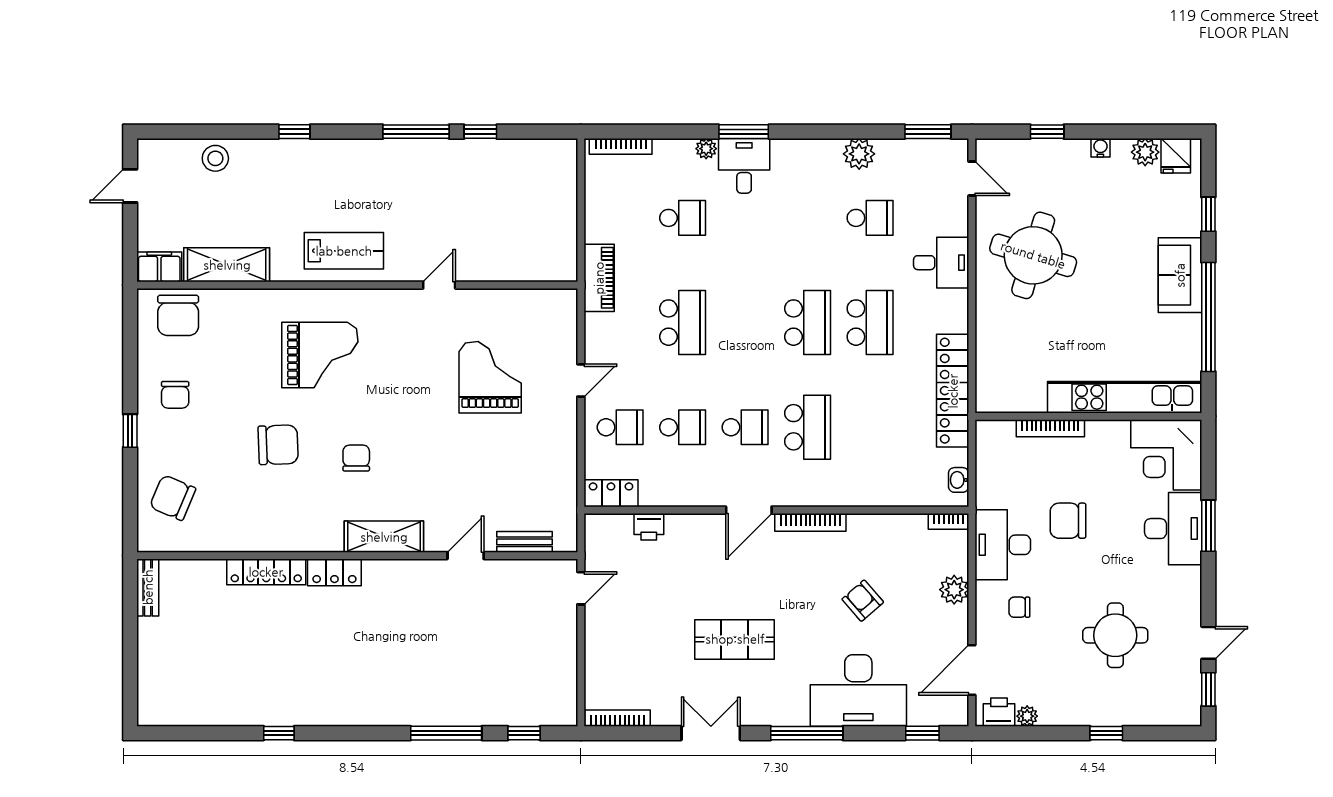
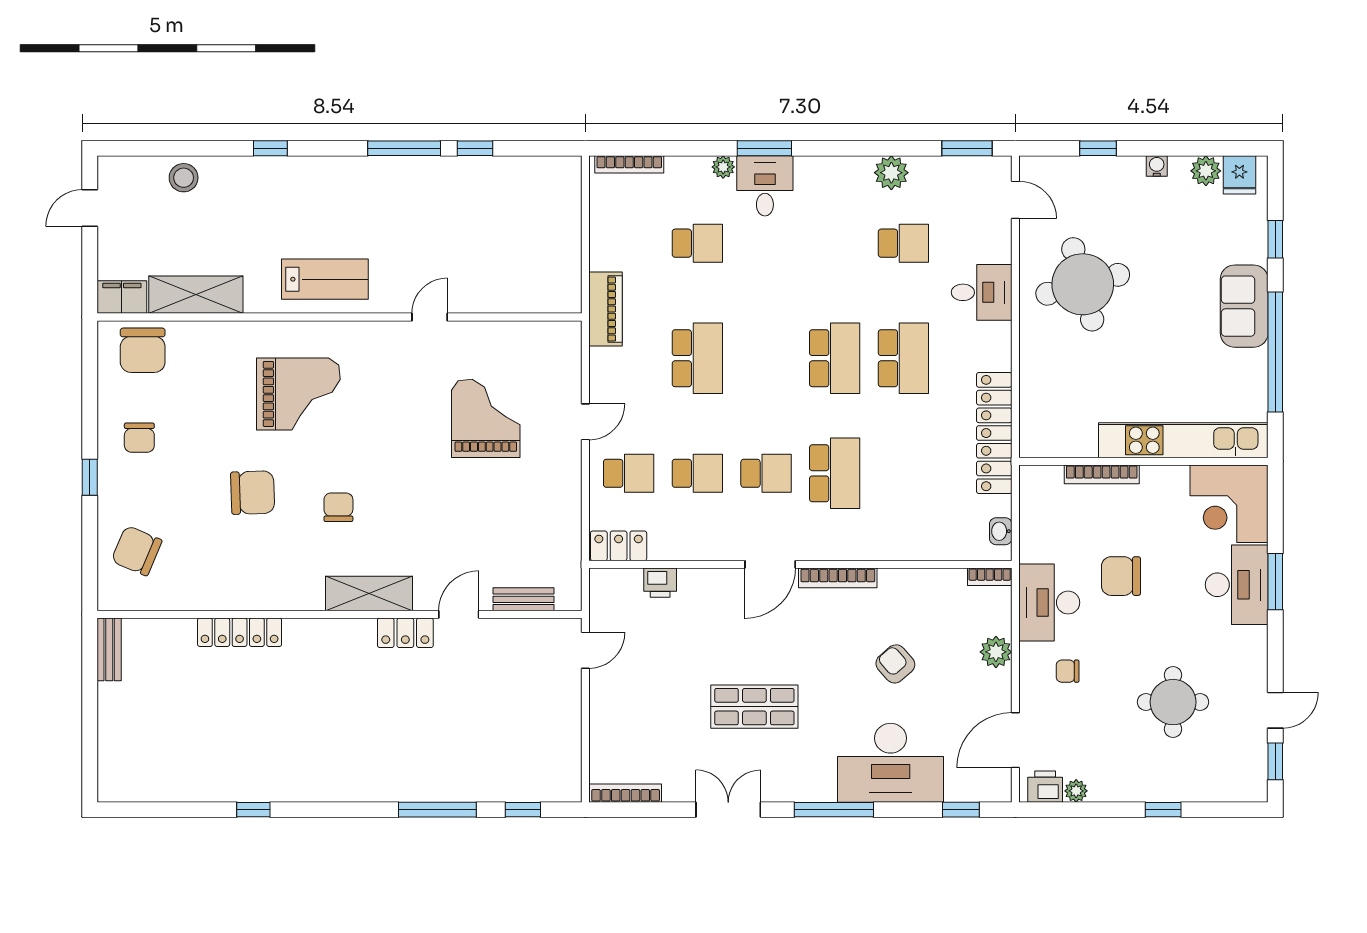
round table: (1033, 255) -> (1083, 284), turned -32
locker: (334, 572) -> (405, 633), moved

